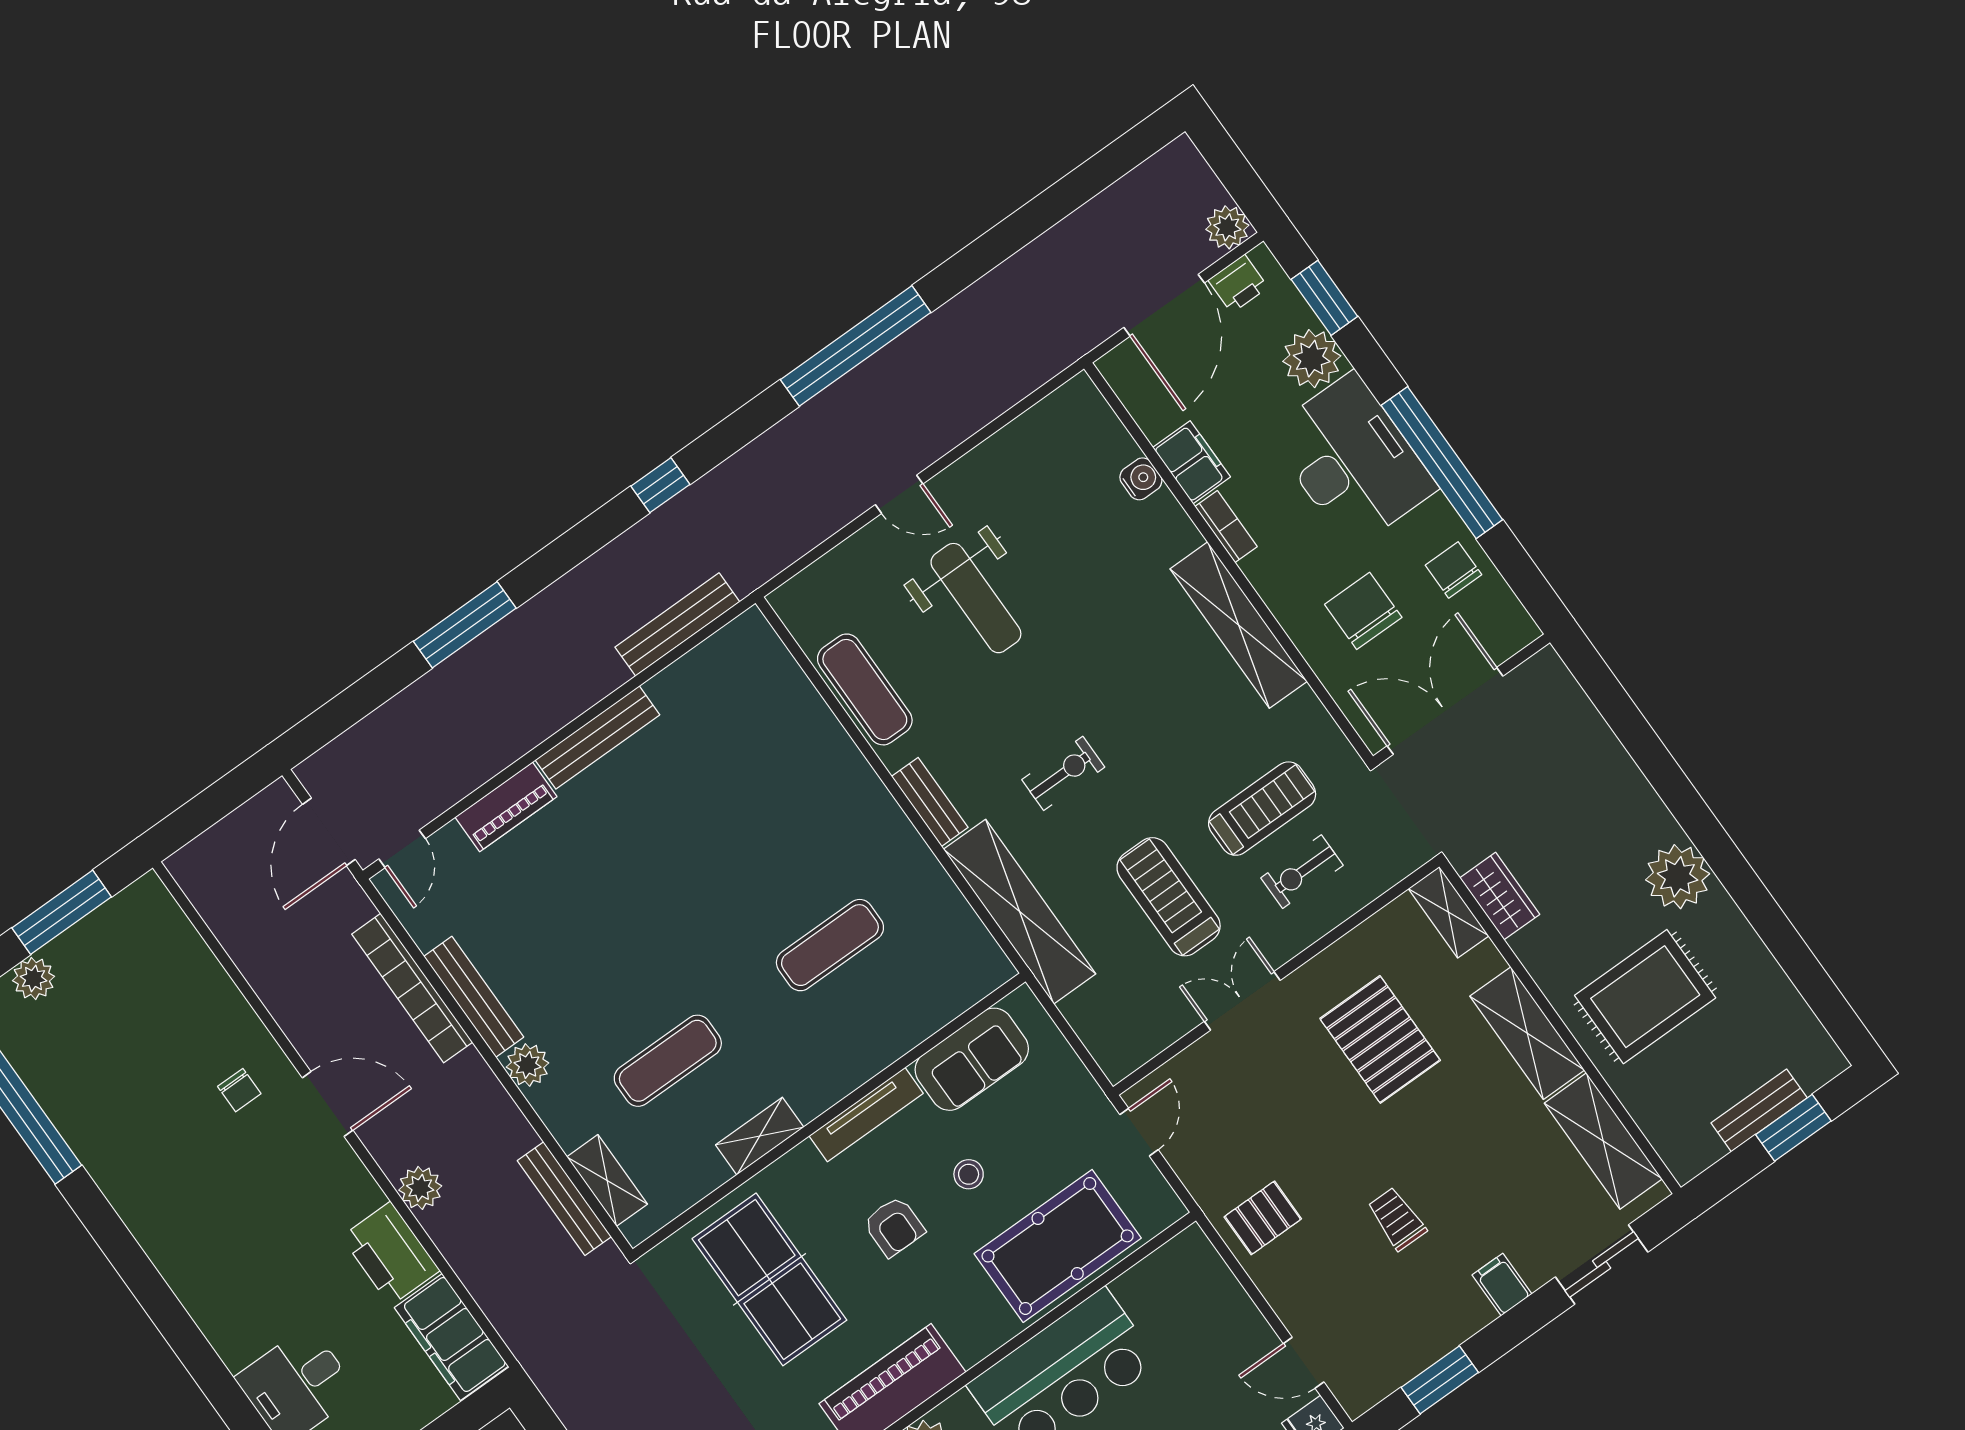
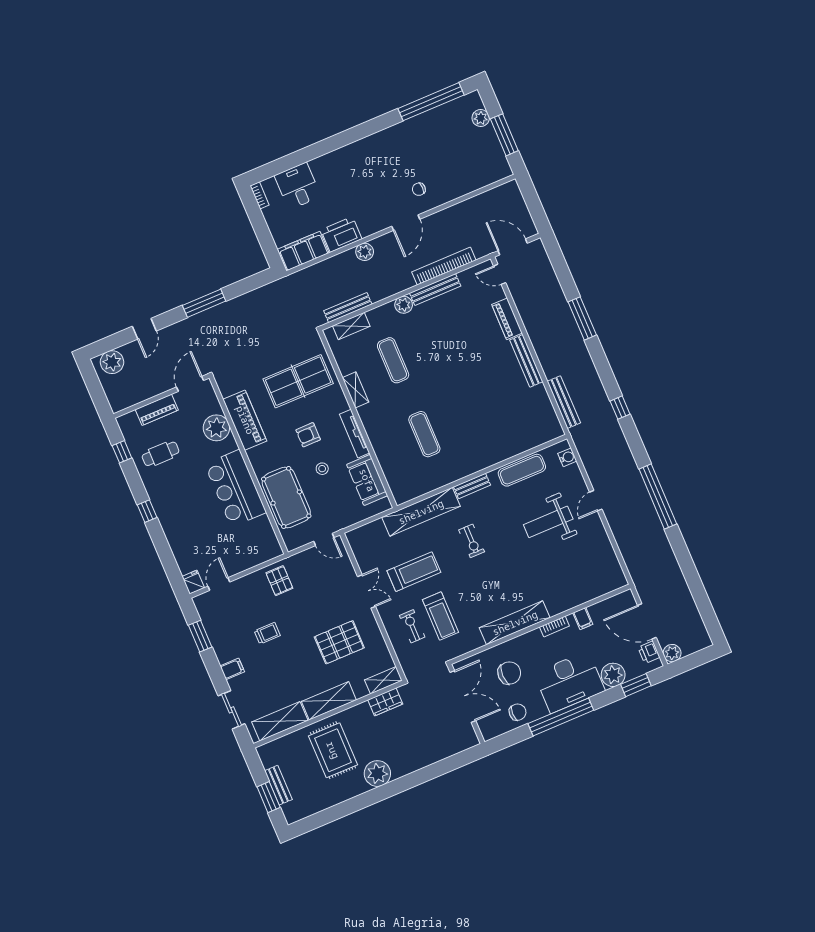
filing cabinet: (1192, 462) -> (583, 618), width x0.50
water cooler: (1141, 479) -> (567, 457), moved, turned -90

